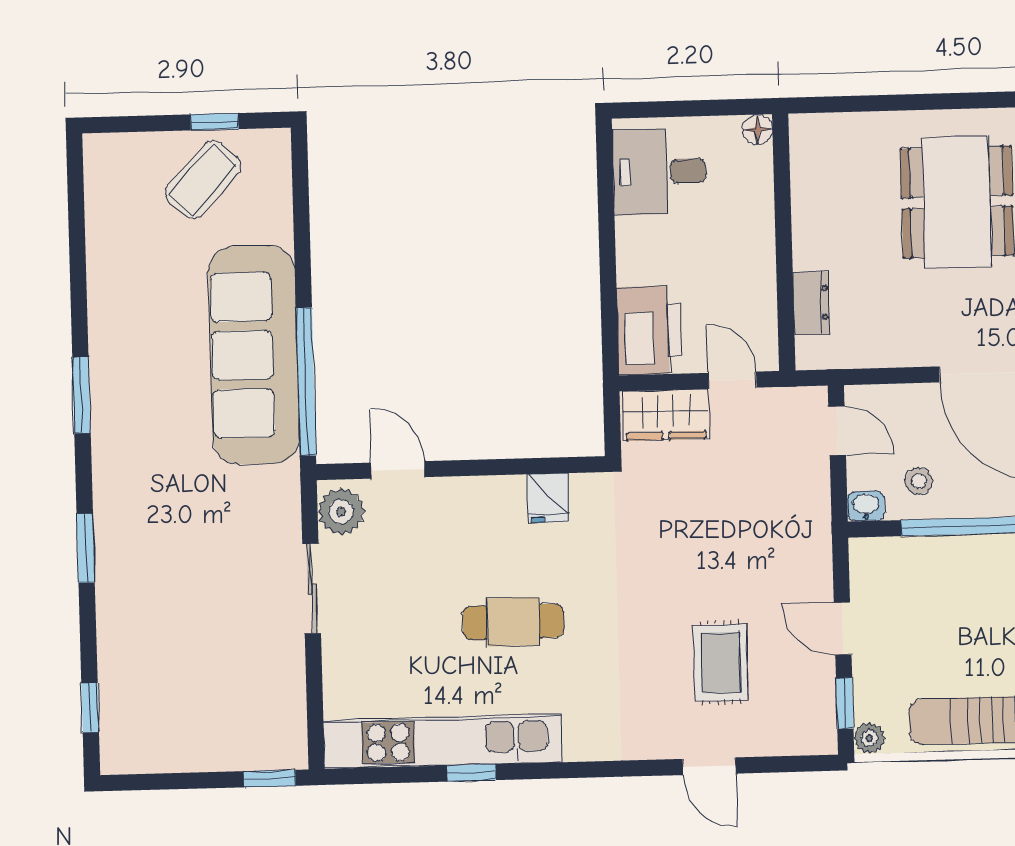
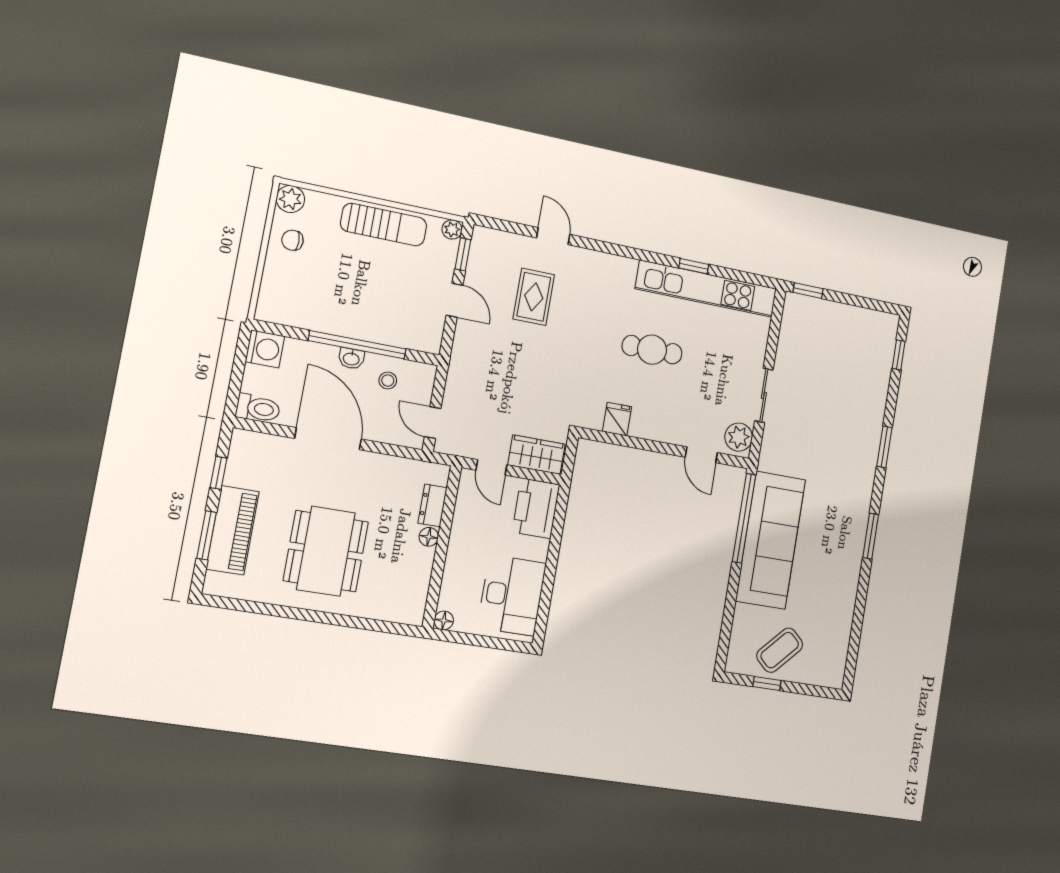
desk: (659, 172) -> (512, 595), width x1.37
floor lamp: (807, 254) -> (429, 537), added
washbasin: (866, 506) -> (351, 359), moved

